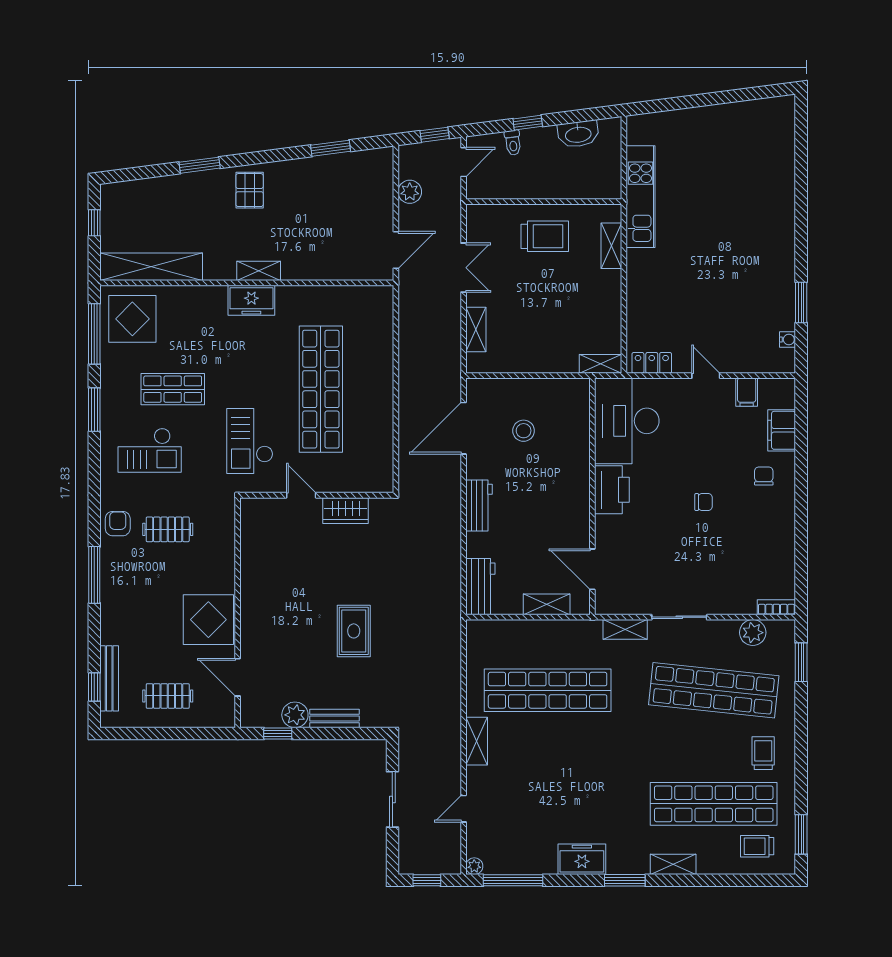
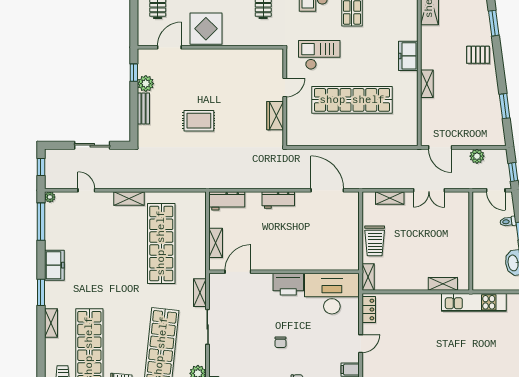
trolley: (545, 236) -> (375, 241), moved
shelving: (259, 271) -> (427, 84), moved
stool: (524, 431) -> (326, 228), removed

